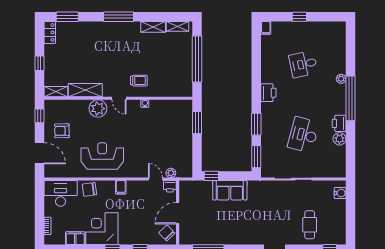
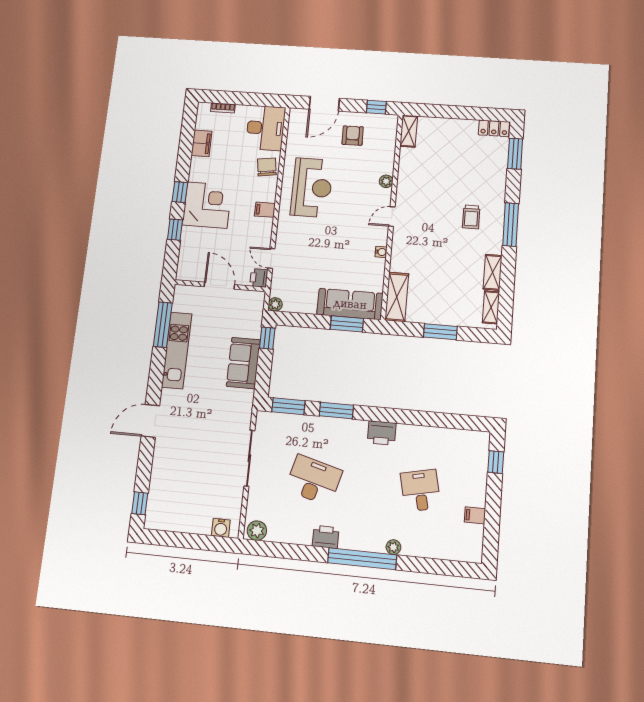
window: (299, 17) -> (496, 462), moved
filing cabinet: (266, 28) -> (475, 515), moved
window: (197, 59) -> (440, 332), width x0.47
window: (39, 63) -> (451, 112), removed
trolley: (139, 81) -> (471, 217), moved
shelving: (85, 90) -> (397, 297), moved
plant: (98, 109) -> (386, 181), width x0.53, depth x0.53
sofa: (183, 122) -> (350, 304), added
plant: (339, 139) -> (257, 531), moved
plant: (171, 173) -> (275, 304), moved
door: (155, 179) -> (271, 258), swing flipped
cafe table: (310, 225) -> (179, 477), removed
corner desk: (102, 229) -> (207, 205), moved
chair: (167, 233) -> (193, 268), removed
kitchen unit: (225, 237) -> (177, 350), added

